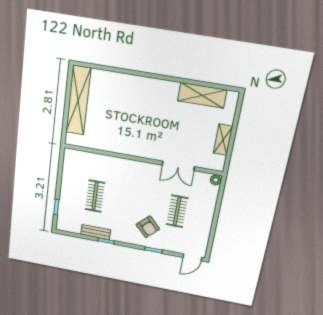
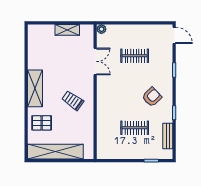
pallet: (115, 89) -> (42, 123), added
shelving: (202, 95) -> (35, 88), moved
trolley: (136, 132) -> (73, 100), added
armchair: (148, 227) -> (152, 97), moved
bench: (96, 232) -> (168, 136), moved

